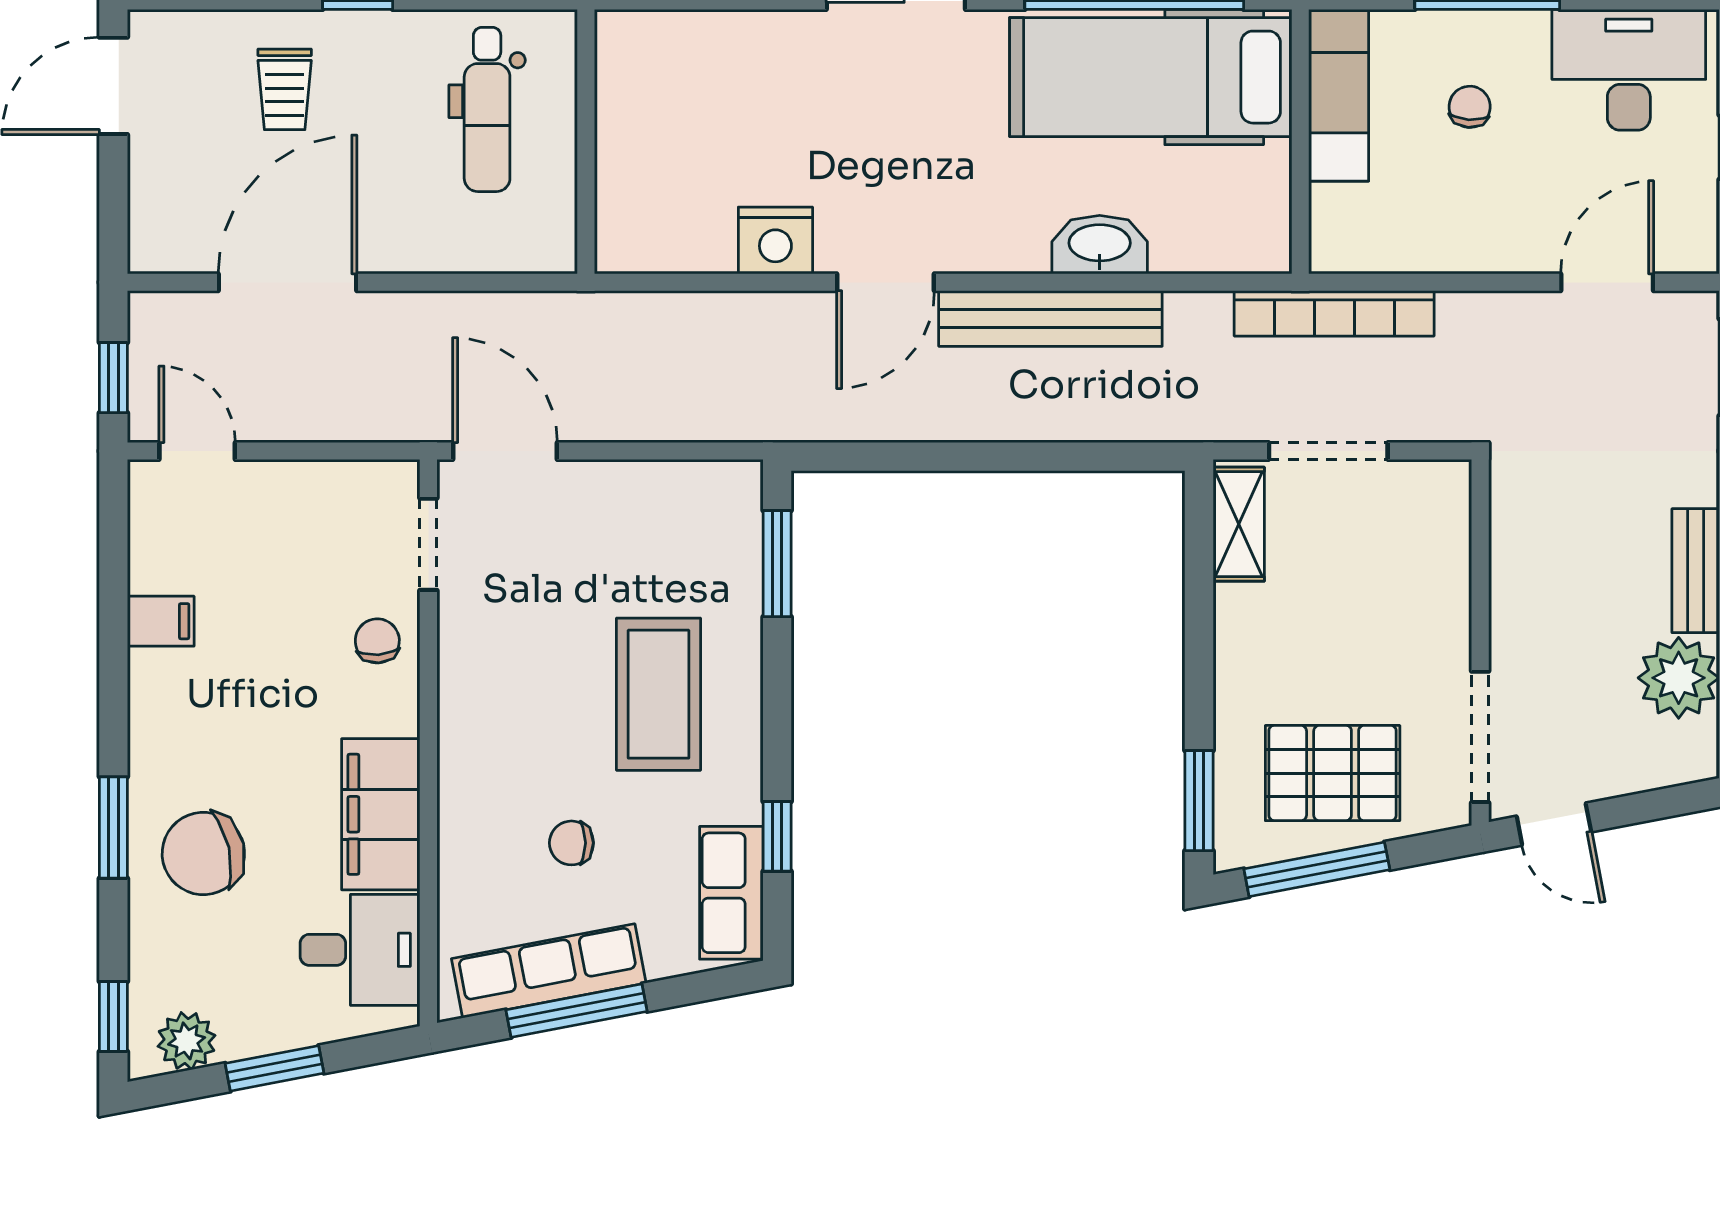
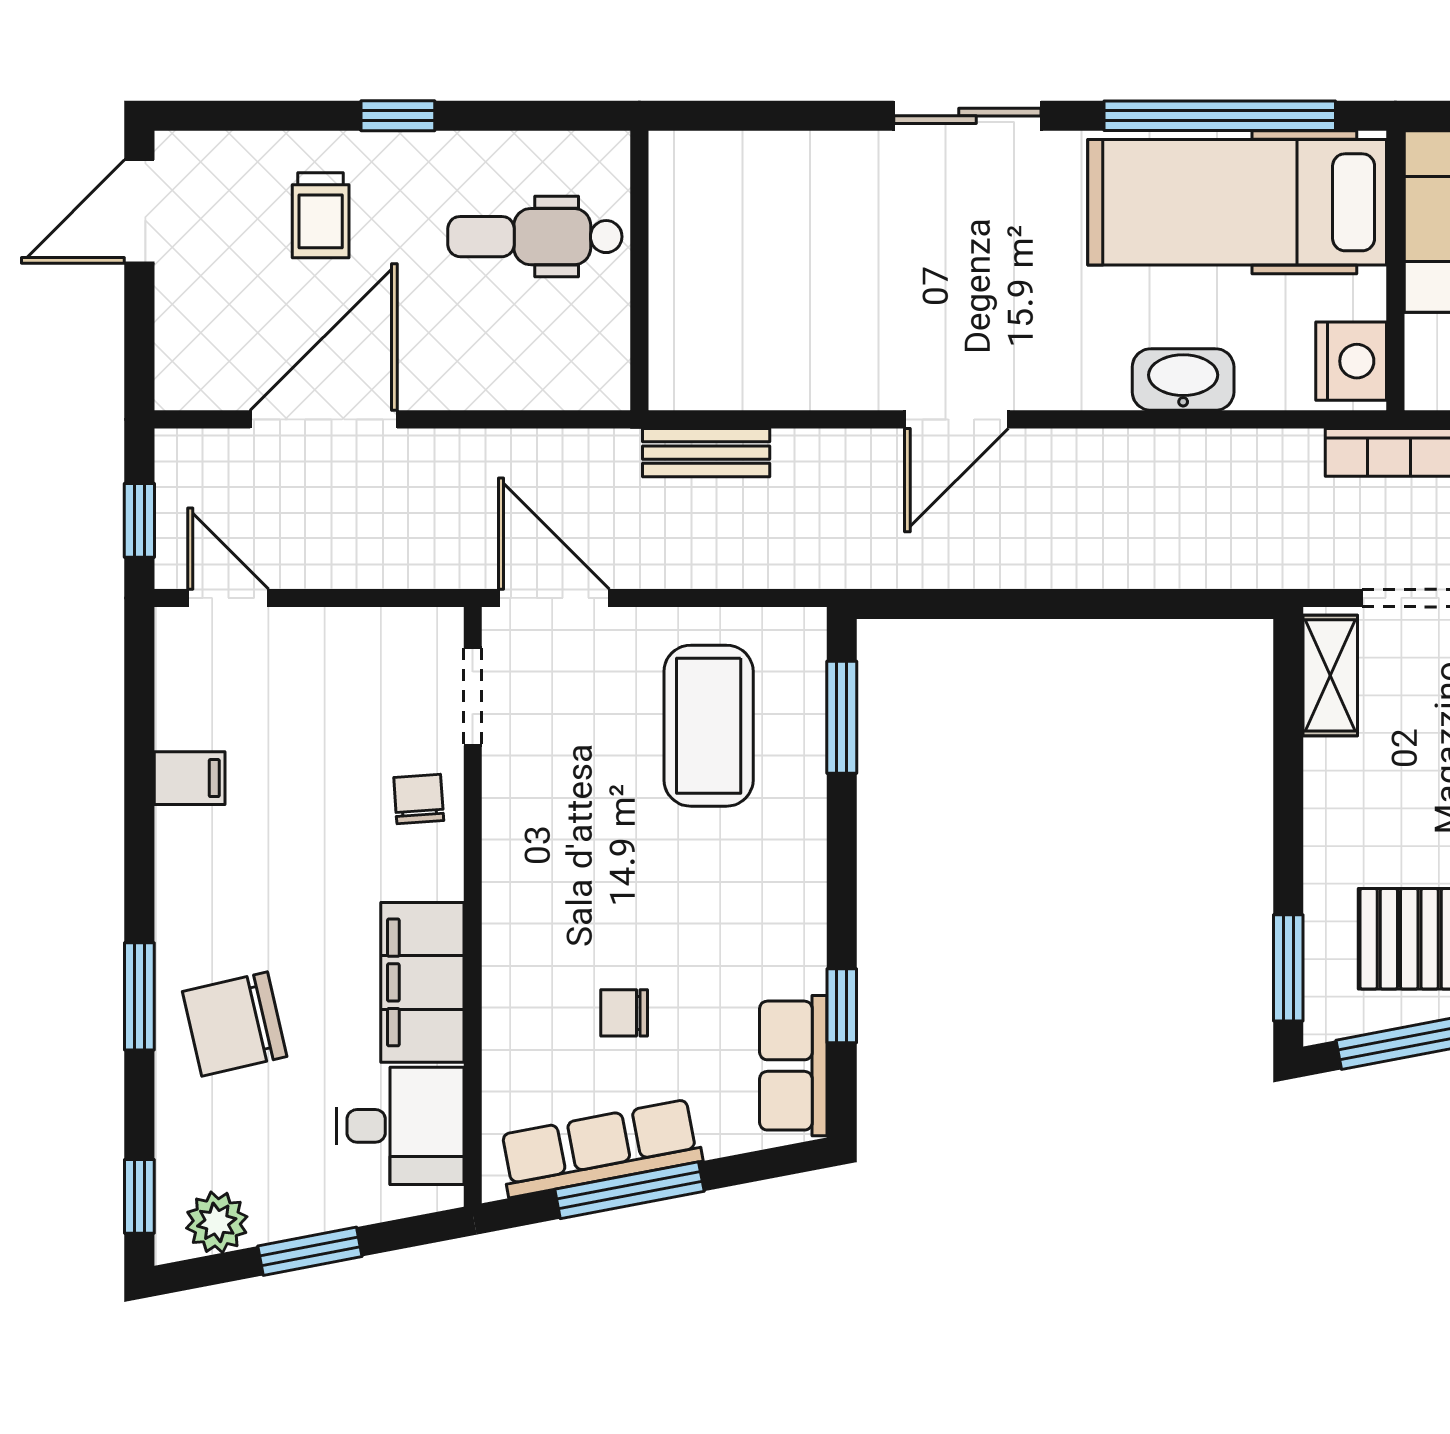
dental chair: (487, 110) -> (535, 237), turned 90
nightstand: (775, 240) -> (1351, 361), moved, turned -90
bench: (1050, 318) -> (706, 453), moved, width x0.54, depth x0.82
coffee table: (658, 694) -> (709, 726), moved

